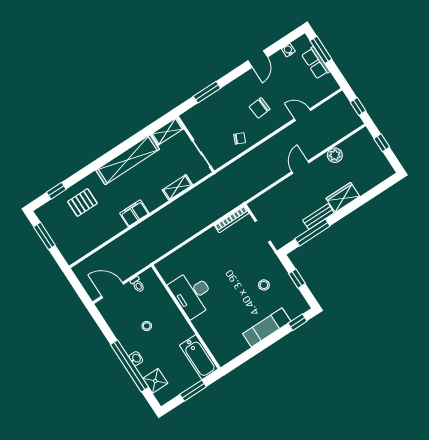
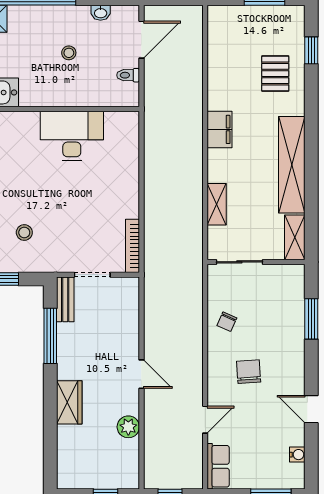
row of seats: (316, 63) -> (218, 466), moved, turned 90
bench: (318, 217) -> (65, 299), moved
washbasin: (136, 359) -> (101, 13), moved

